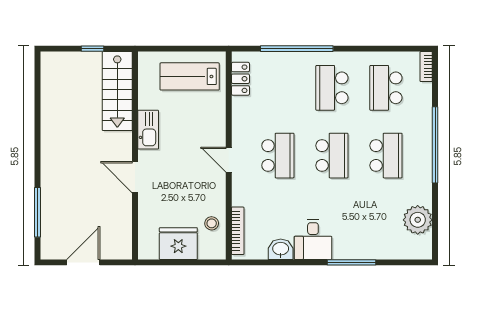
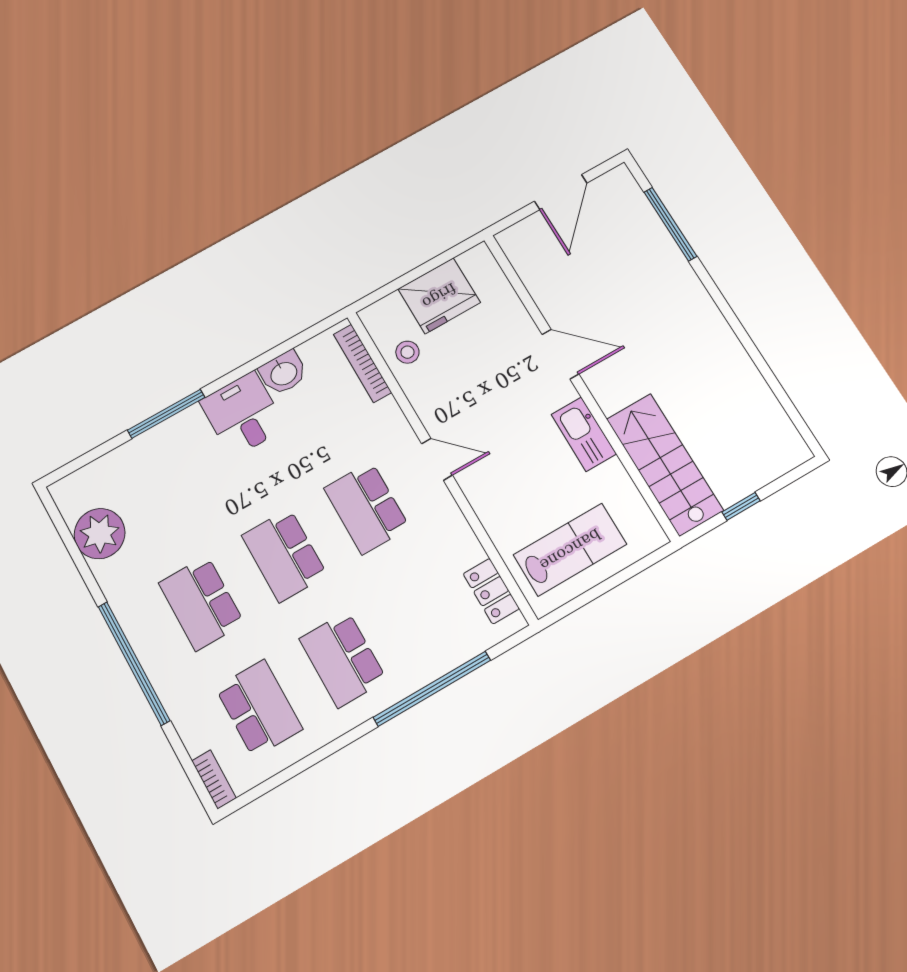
school desk: (332, 88) -> (343, 659), turned 180

